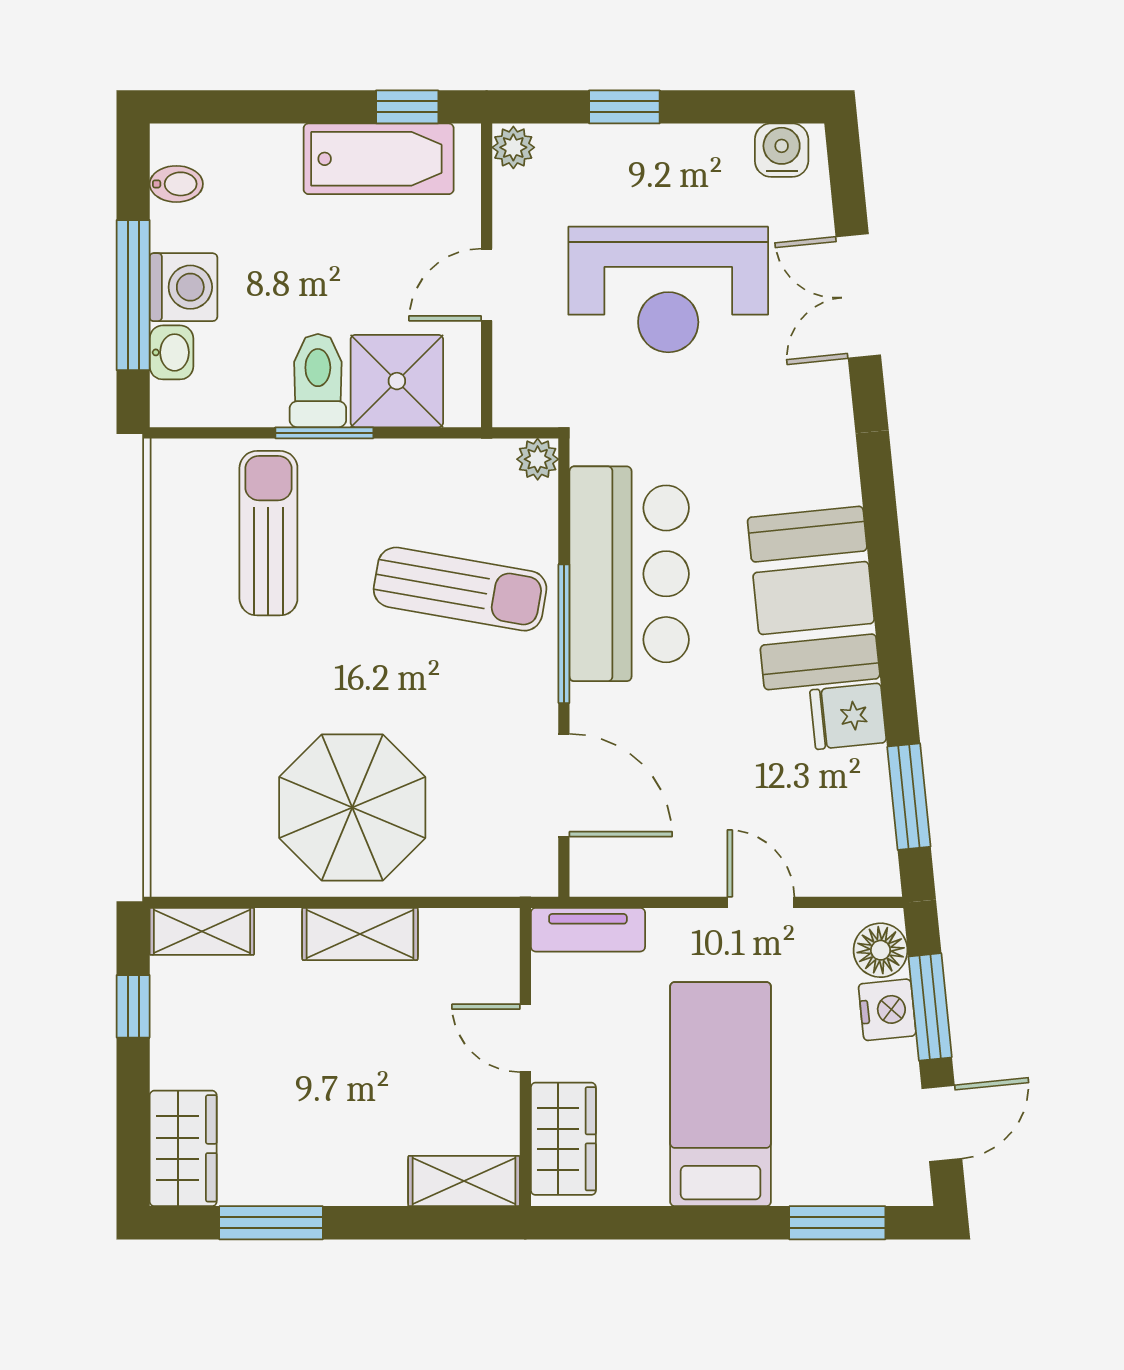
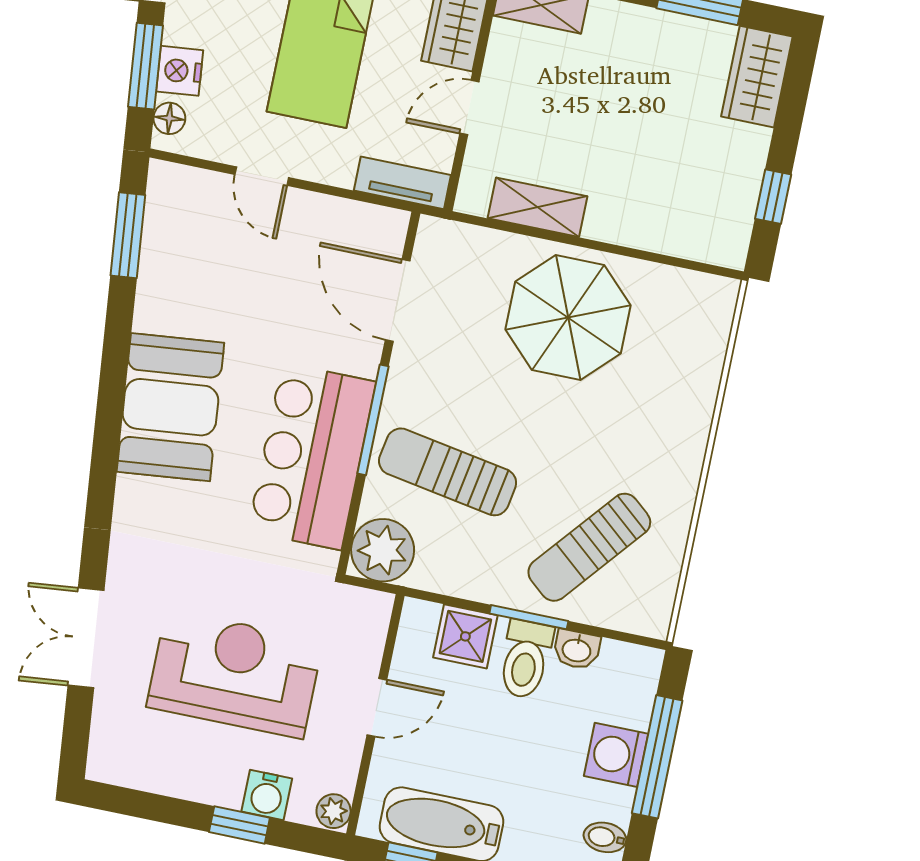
water cooler: (782, 150) -> (267, 795), moved
double door: (858, 296) -> (86, 638), swing flipped
washbasin: (171, 352) -> (577, 649), moved, turned -90
shower: (397, 381) -> (465, 636), width x0.73, depth x0.73
plant: (538, 459) -> (383, 550), width x1.88, depth x1.88
sun lounger: (268, 533) -> (589, 547), turned 40
fridge: (848, 716) -> (163, 308), removed
shelving: (202, 931) -> (707, 244), removed
shelving: (360, 934) -> (537, 207), moved
floor lamp: (881, 950) -> (169, 118), width x0.73, depth x0.73
door: (525, 1038) -> (469, 108), swing flipped

